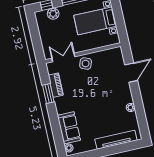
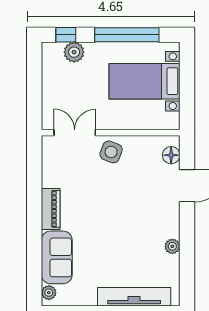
floor lamp: (119, 58) -> (171, 155), added
piano: (56, 85) -> (51, 209), moved
window: (48, 93) -> (34, 190), removed

